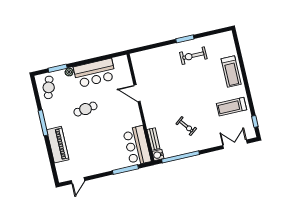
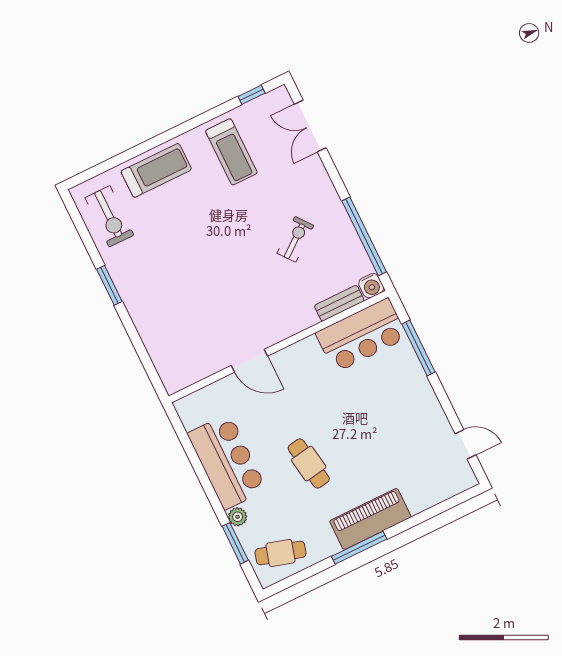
exercise bike: (193, 56) -> (109, 216), moved
door: (137, 93) -> (249, 361), hinge flipped
piano: (58, 145) -> (370, 519), moved

